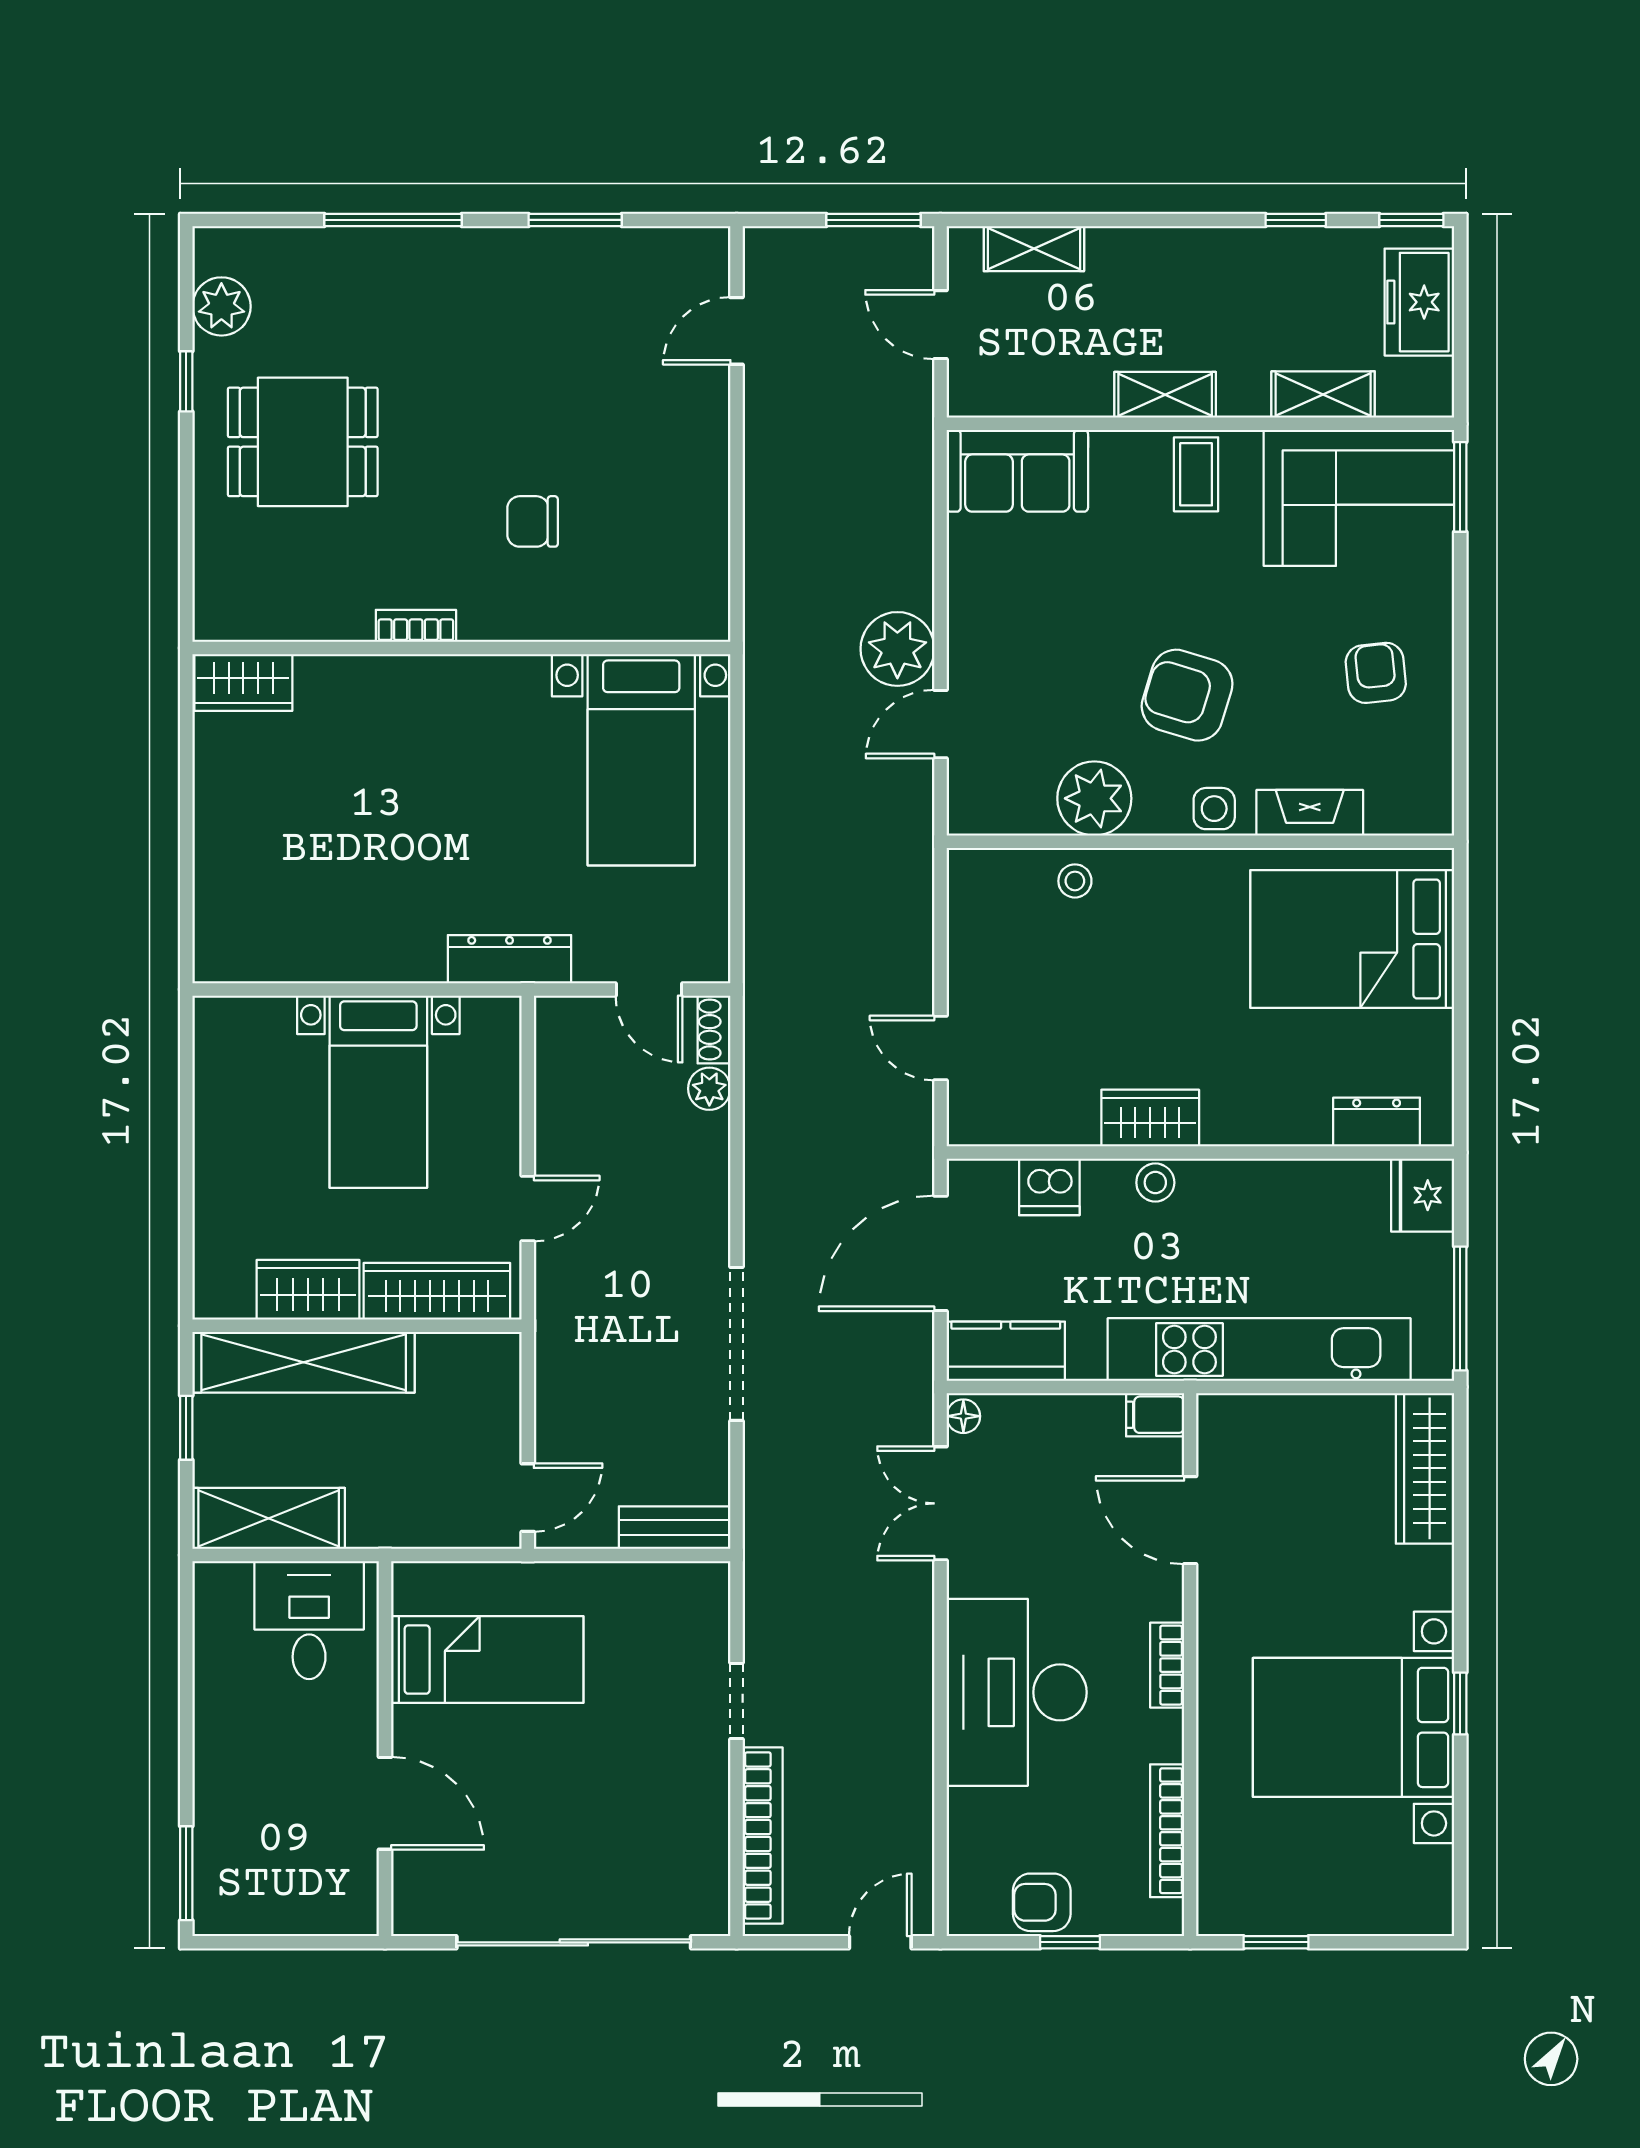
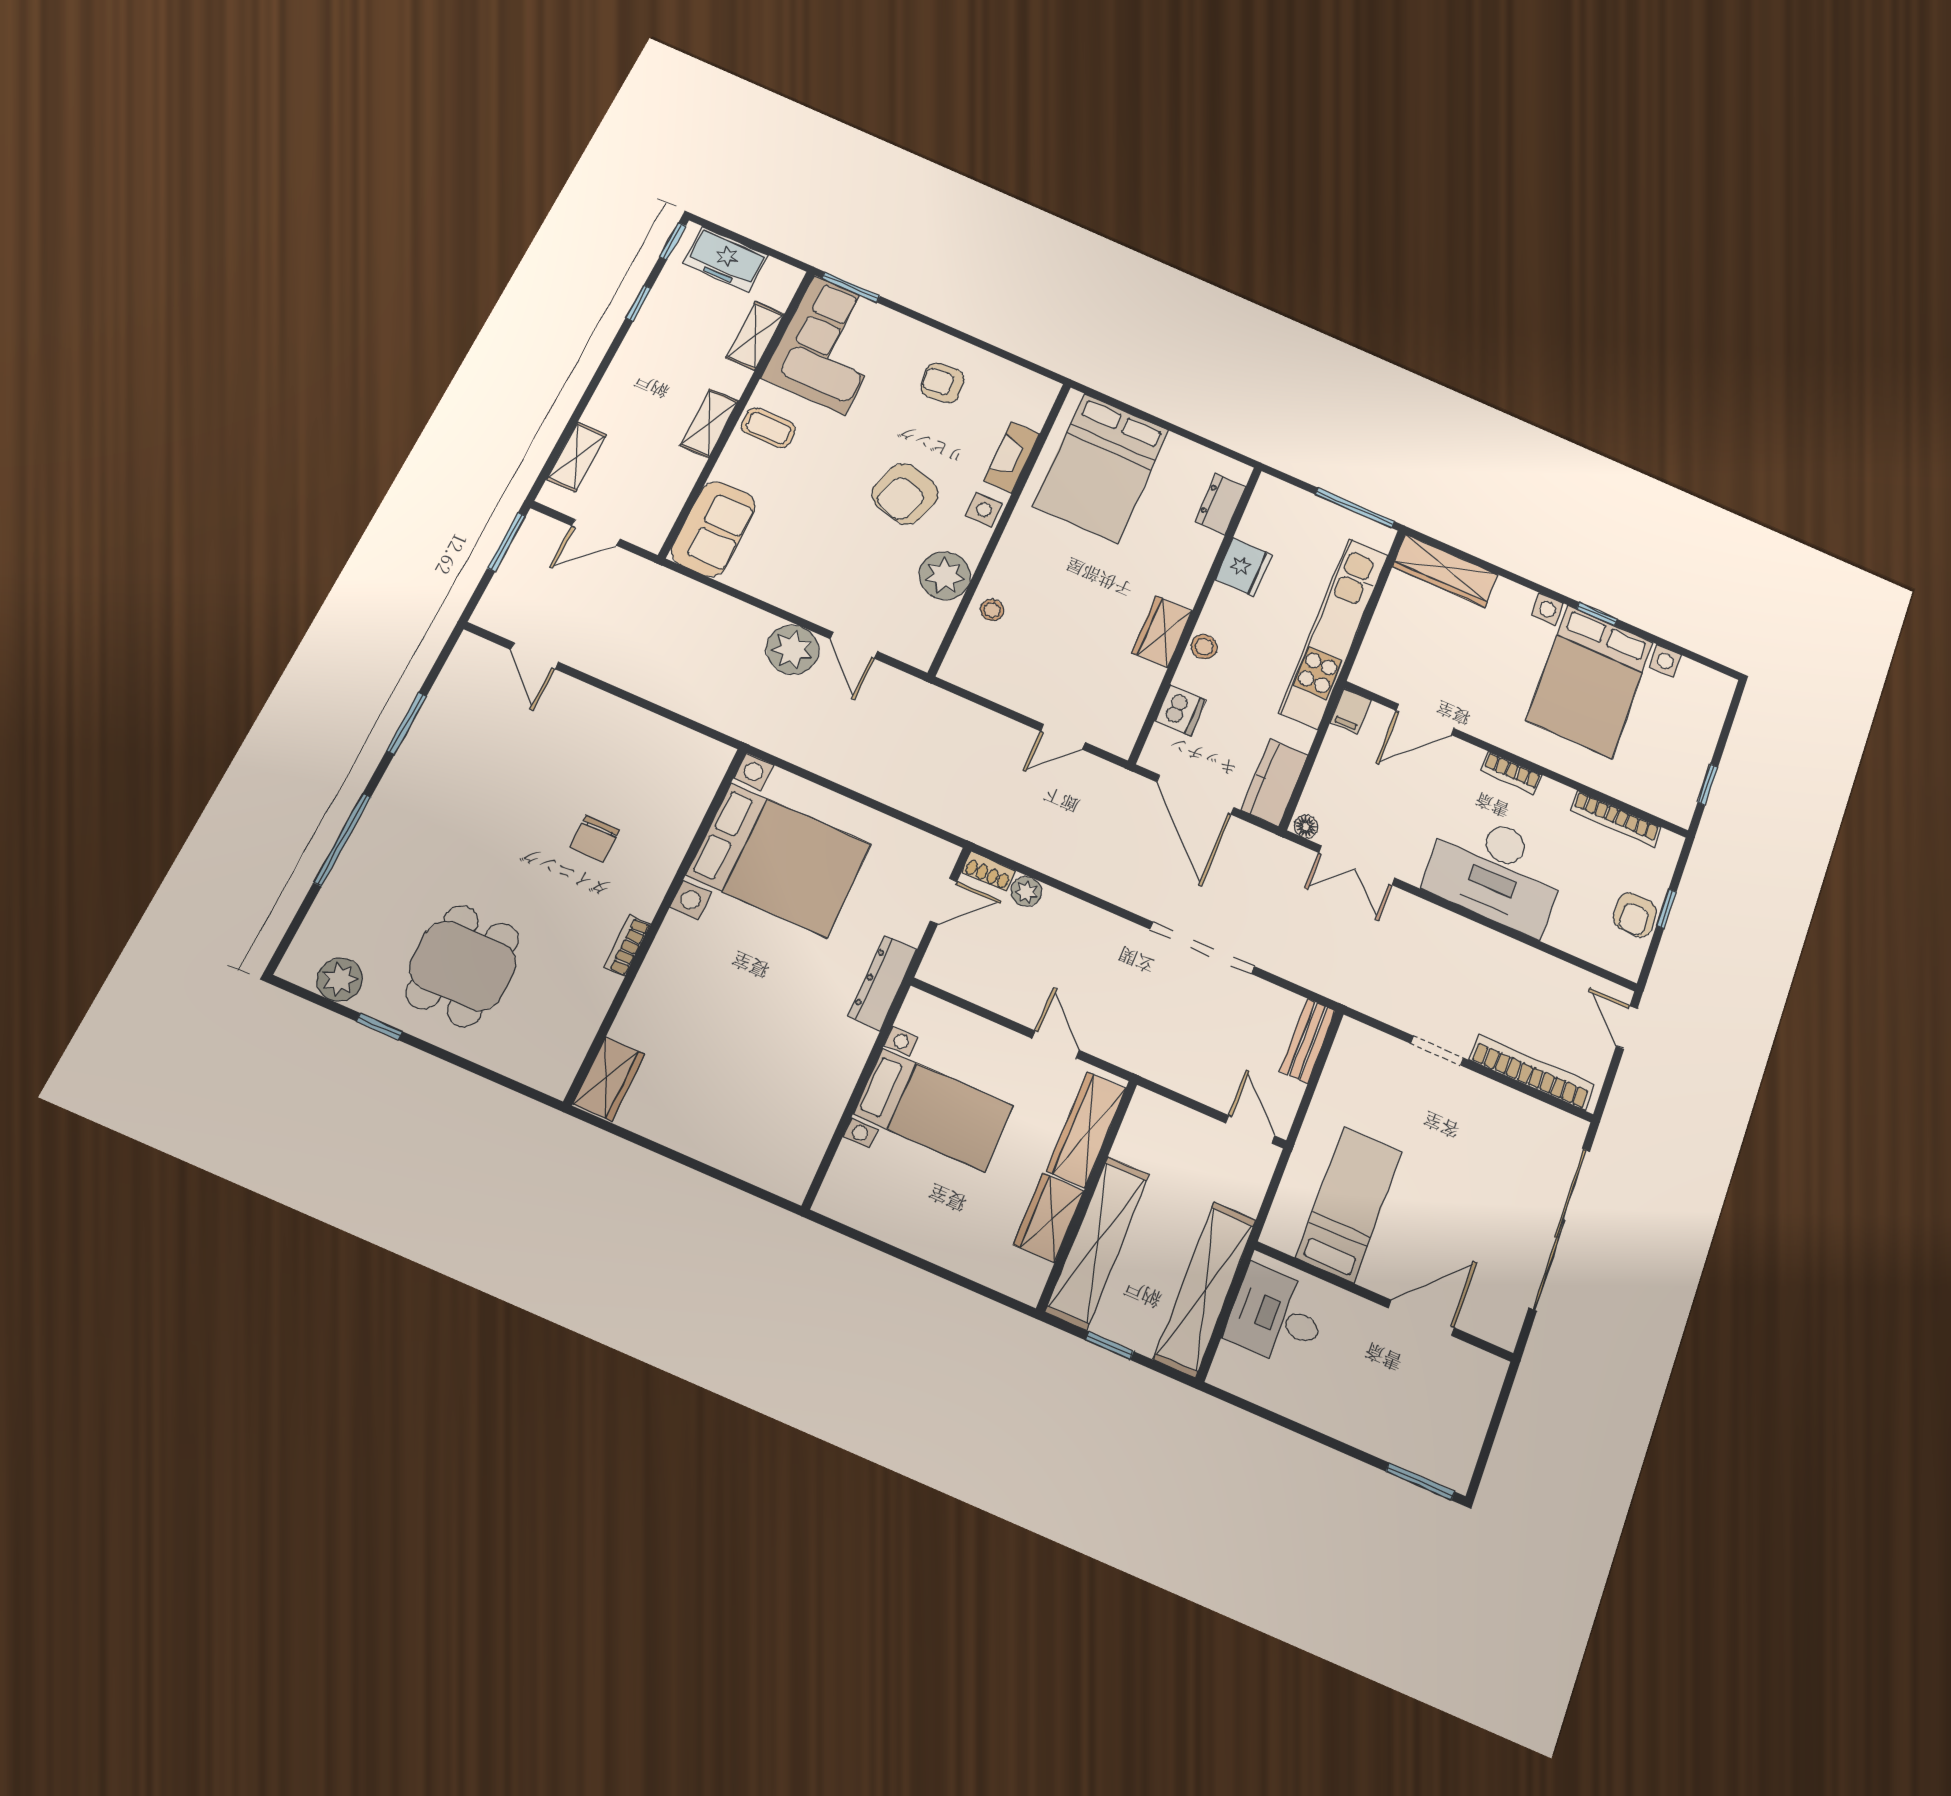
bed with nightstands: (641, 760) -> (779, 860), width x1.36
fridge: (1423, 1195) -> (1244, 567), moved, turned -90
shelving: (269, 1518) -> (1205, 1289), width x1.47

